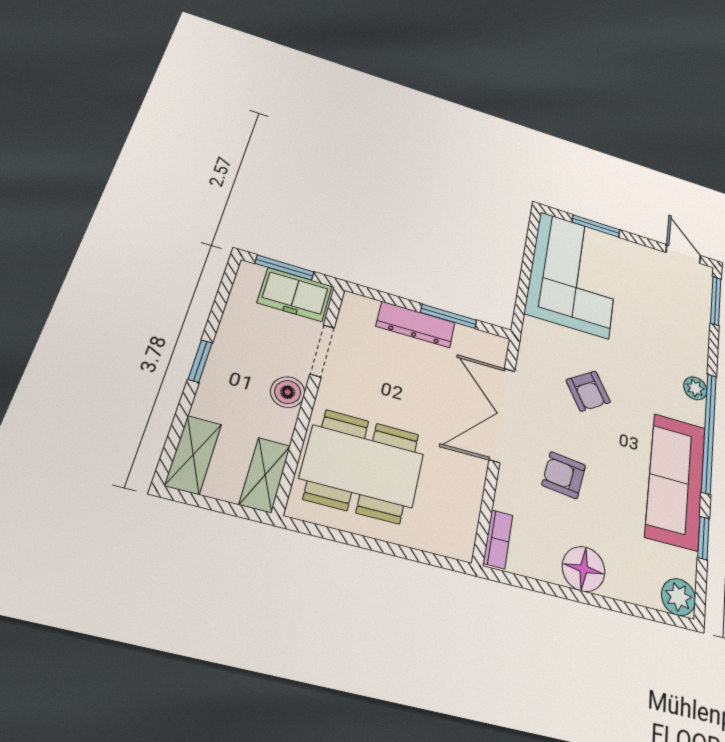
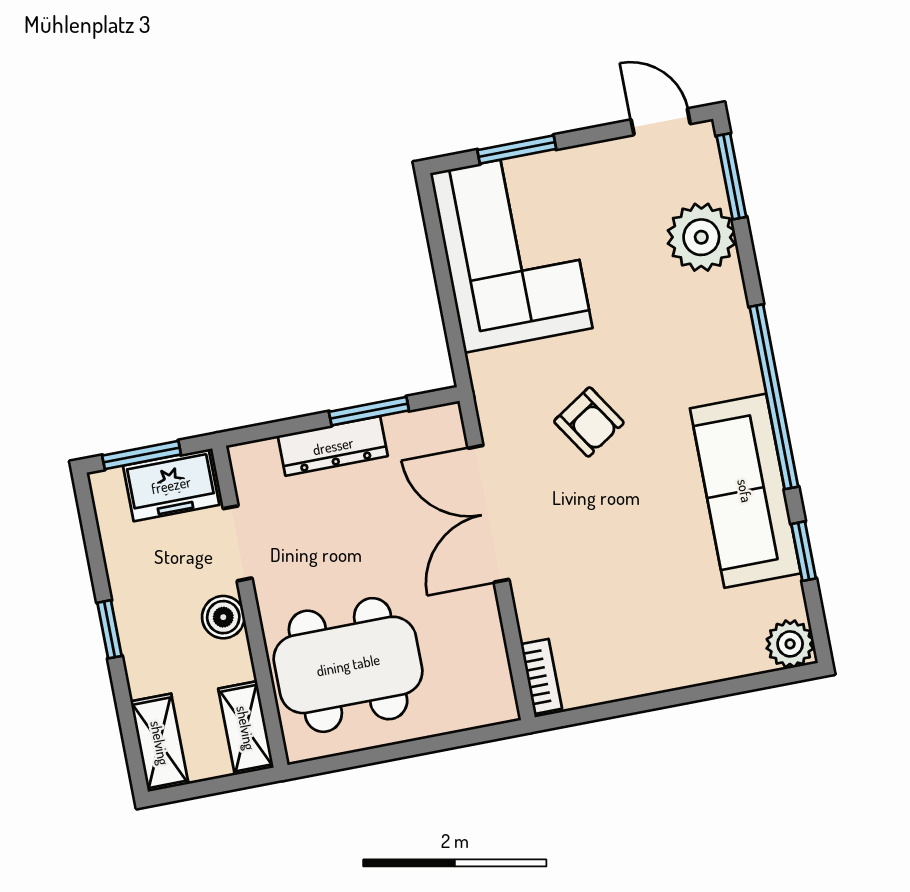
plant: (695, 388) -> (701, 237), moved, width x1.88, depth x1.88
armchair: (564, 475) -> (595, 556), removed
floor lamp: (584, 569) -> (658, 664), removed

